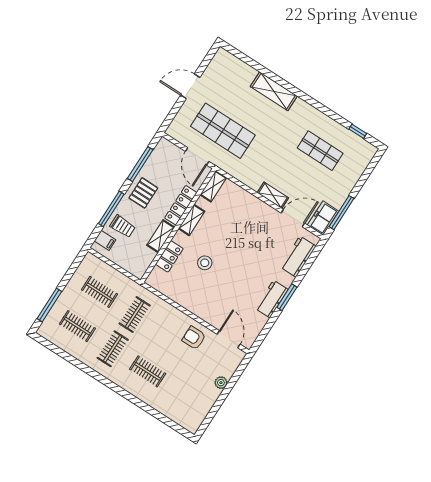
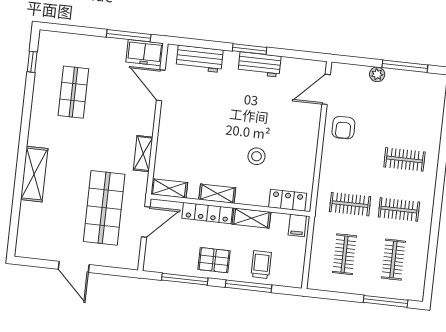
shelving: (273, 195) -> (143, 154), moved
filing cabinet: (105, 240) -> (297, 225), moved, turned 180
locker: (169, 256) -> (288, 200), moved
clothes rail: (148, 371) -> (404, 159), turned 90
window: (217, 406) -> (405, 66), added

